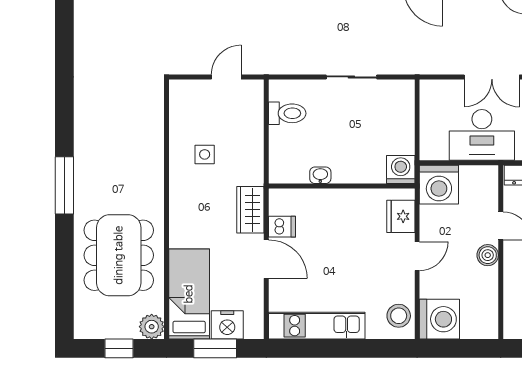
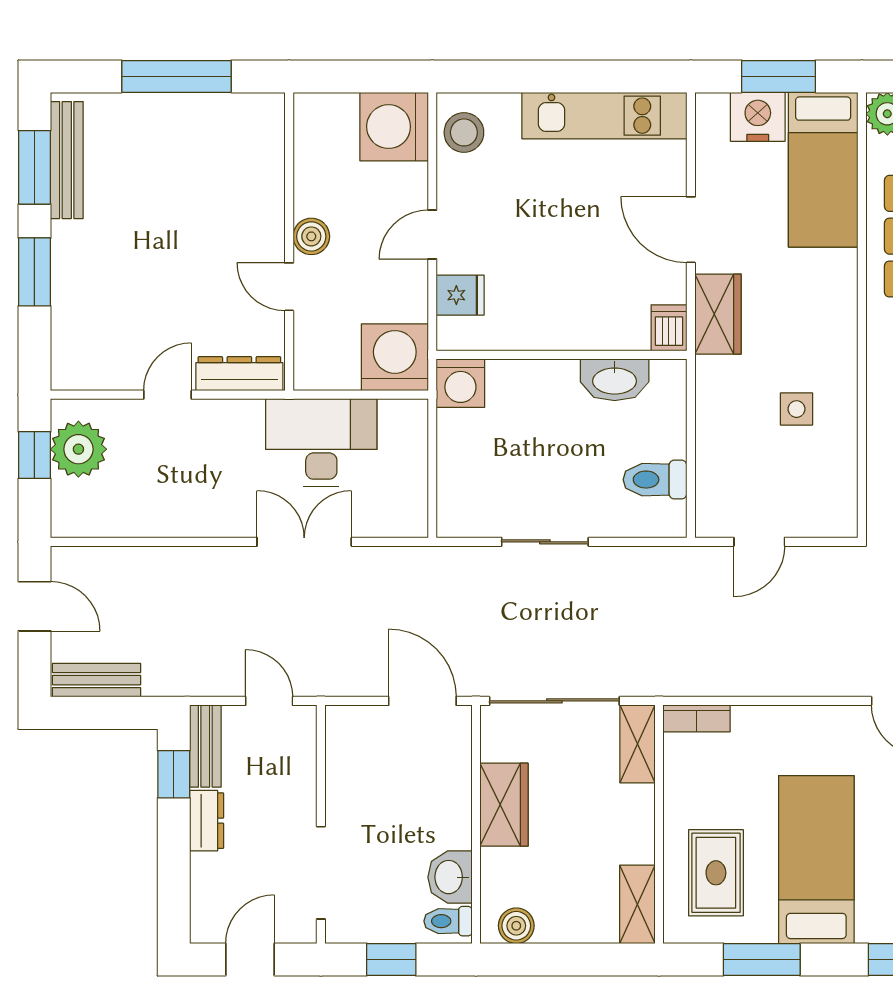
washbasin: (320, 175) -> (615, 380), width x1.91, depth x1.45
fridge: (401, 216) -> (460, 295), width x0.72
dishwasher: (282, 227) -> (669, 328), moved, turned 90

